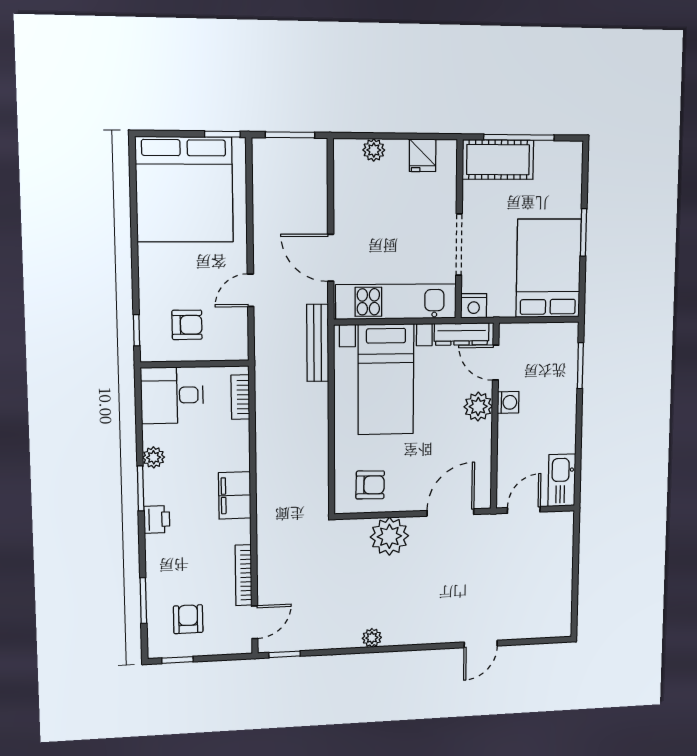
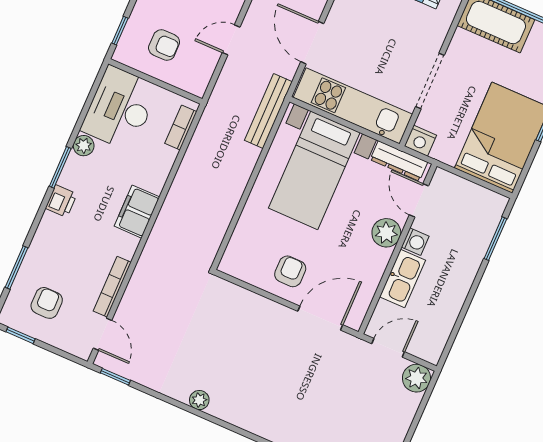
desk: (172, 395) -> (120, 108), width x1.37
kitchen sink: (562, 480) -> (403, 279), moved, turned 180
armchair: (370, 485) -> (290, 271), moved, turned -91
plant: (389, 536) -> (416, 378), moved, width x0.73, depth x0.73
door: (255, 622) -> (103, 334), hinge flipped

